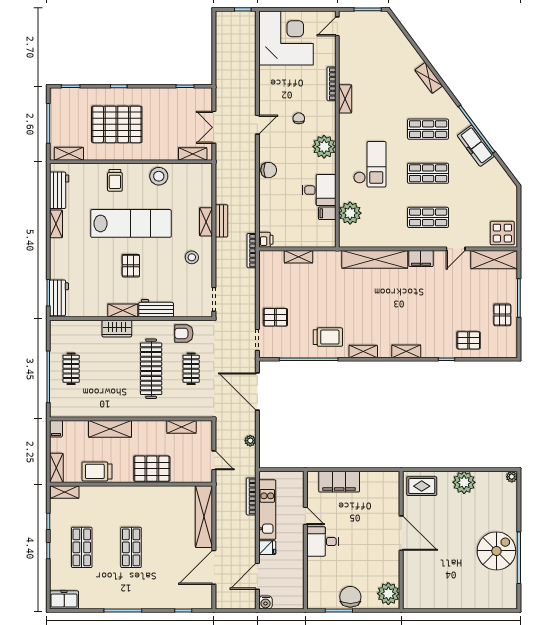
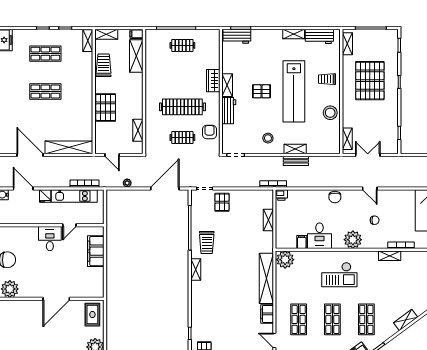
plant: (350, 213) -> (285, 260), moved
shelving: (406, 351) -> (196, 303), removed
shelving: (110, 429) -> (136, 56), moved
door: (214, 460) -> (112, 155), hinge flipped

